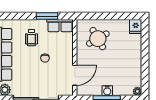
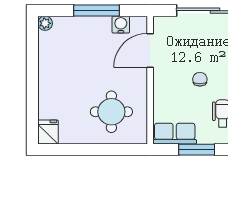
round table: (98, 39) -> (111, 112), turned 30
water cooler: (107, 91) -> (121, 25), moved

